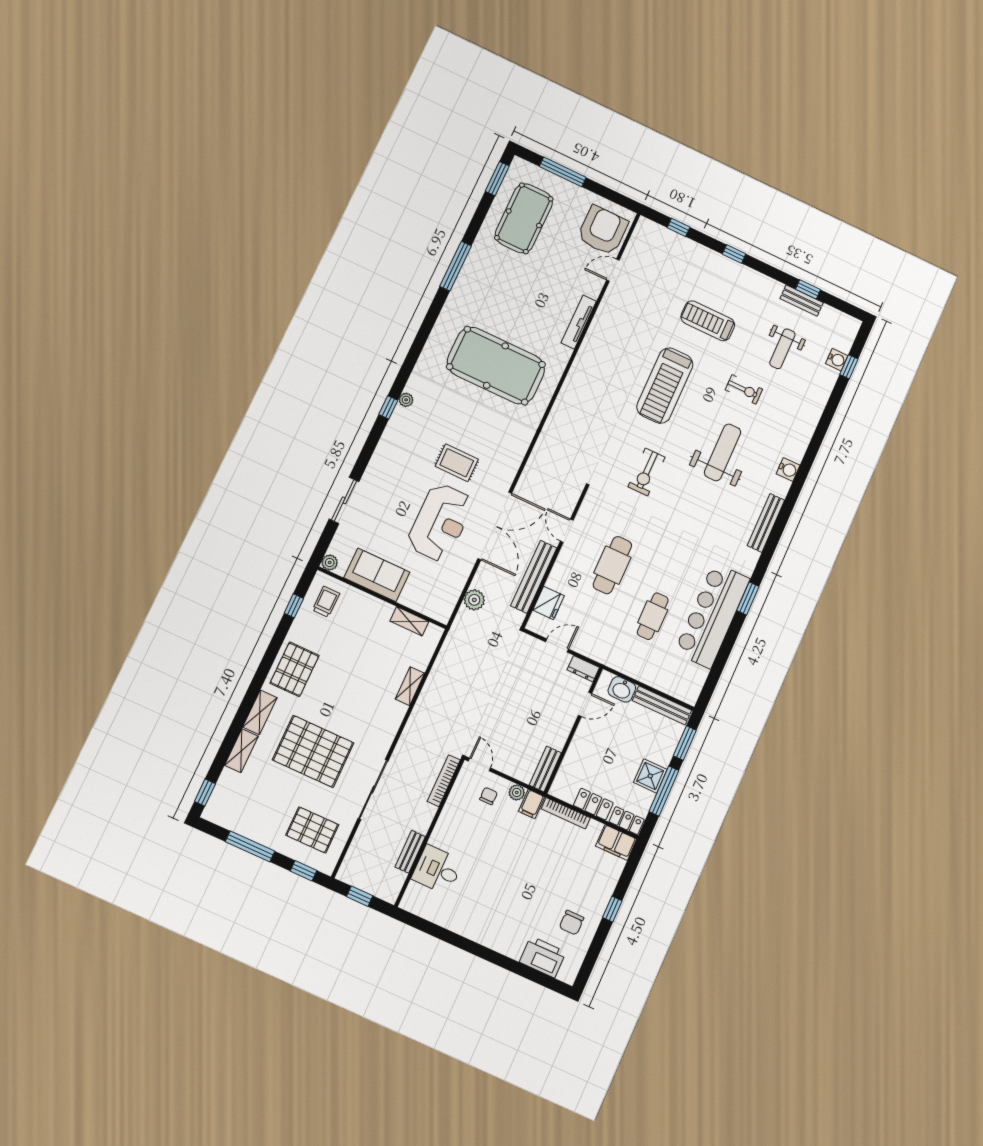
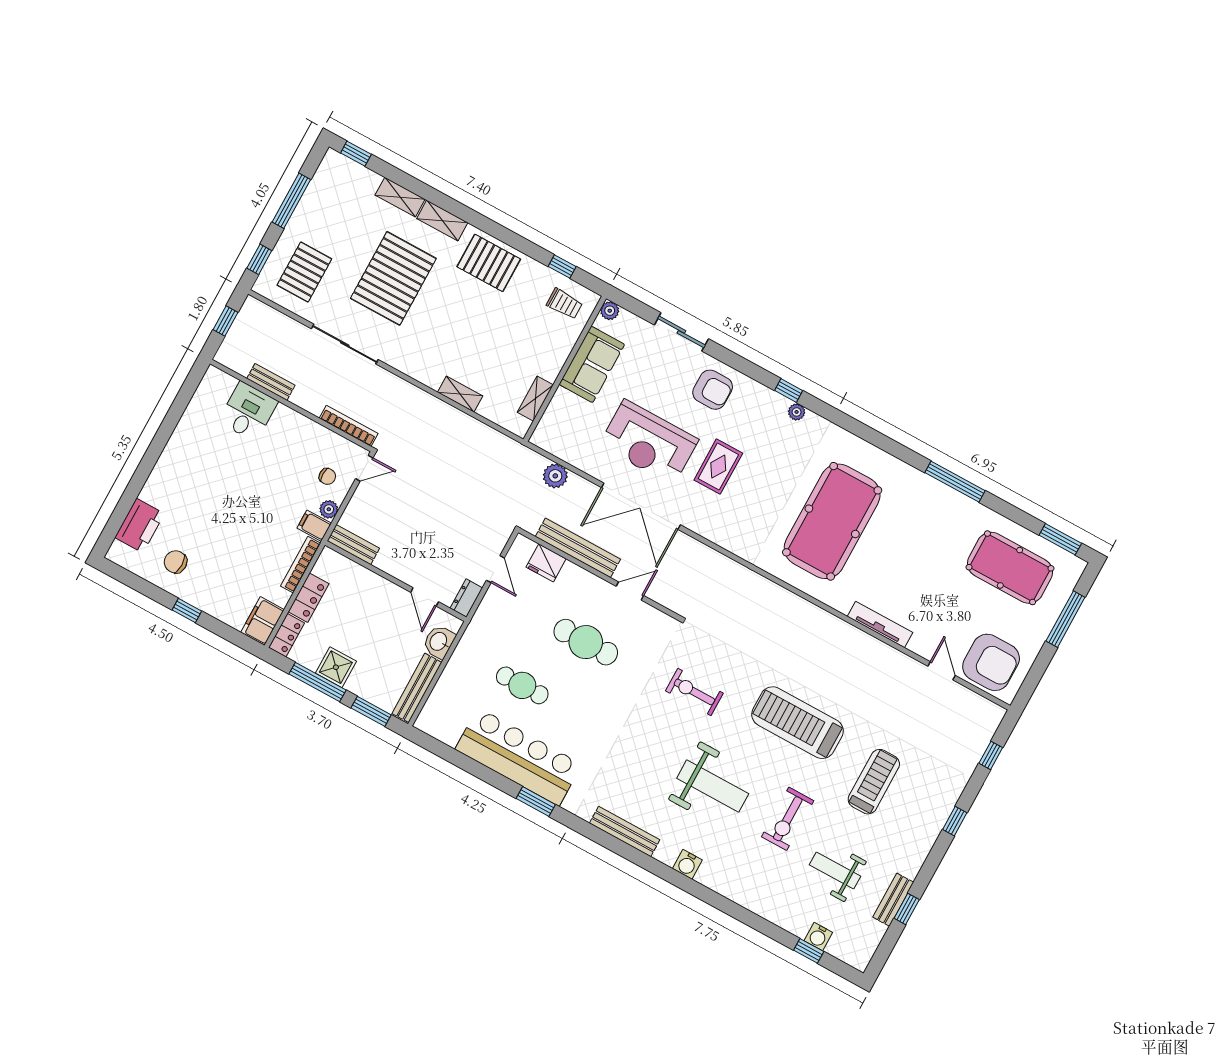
exercise bike: (744, 389) -> (788, 819), width x1.38, depth x1.39
armchair: (392, 471) -> (713, 390), added

